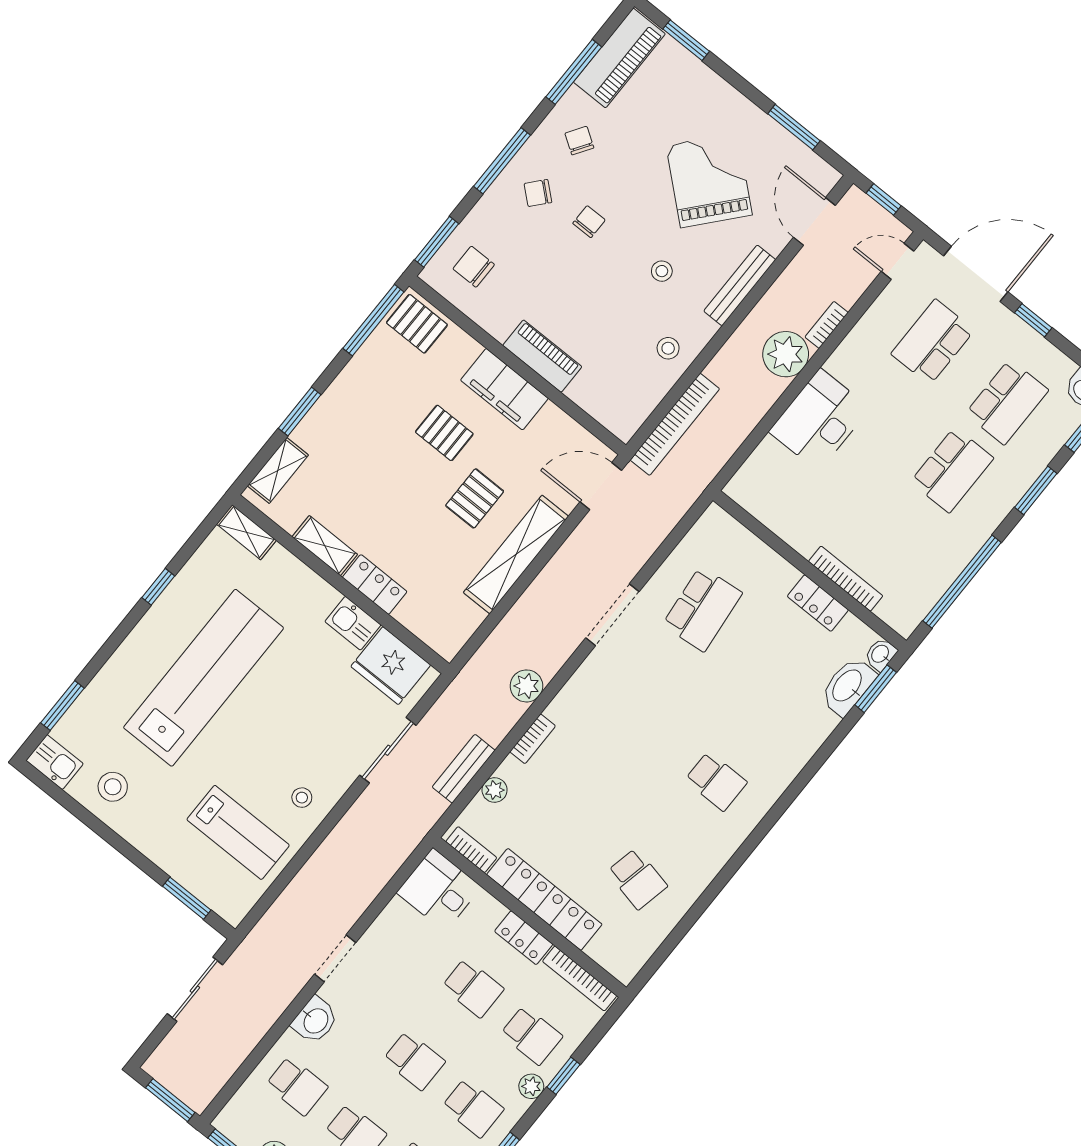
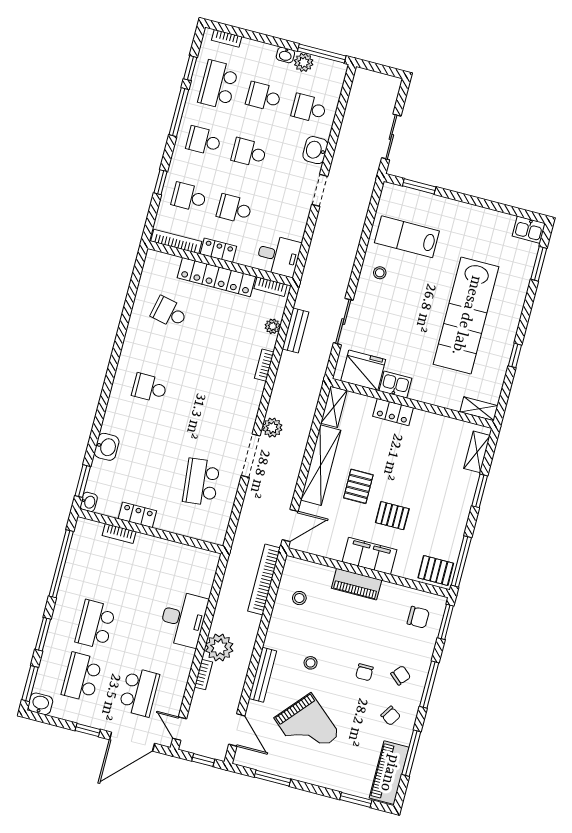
door: (898, 261) -> (180, 729), swing flipped
stool: (668, 348) -> (299, 598), moved
shelving: (325, 546) -> (334, 407), moved, turned 90
bookcase: (846, 579) -> (119, 534), width x0.64
plant: (526, 686) -> (272, 428), moved
washbasin: (848, 686) -> (107, 447), moved, width x0.72
stool: (113, 787) -> (490, 231), removed
plant: (531, 1086) -> (176, 168), removed
window: (170, 1100) -> (377, 68), removed

